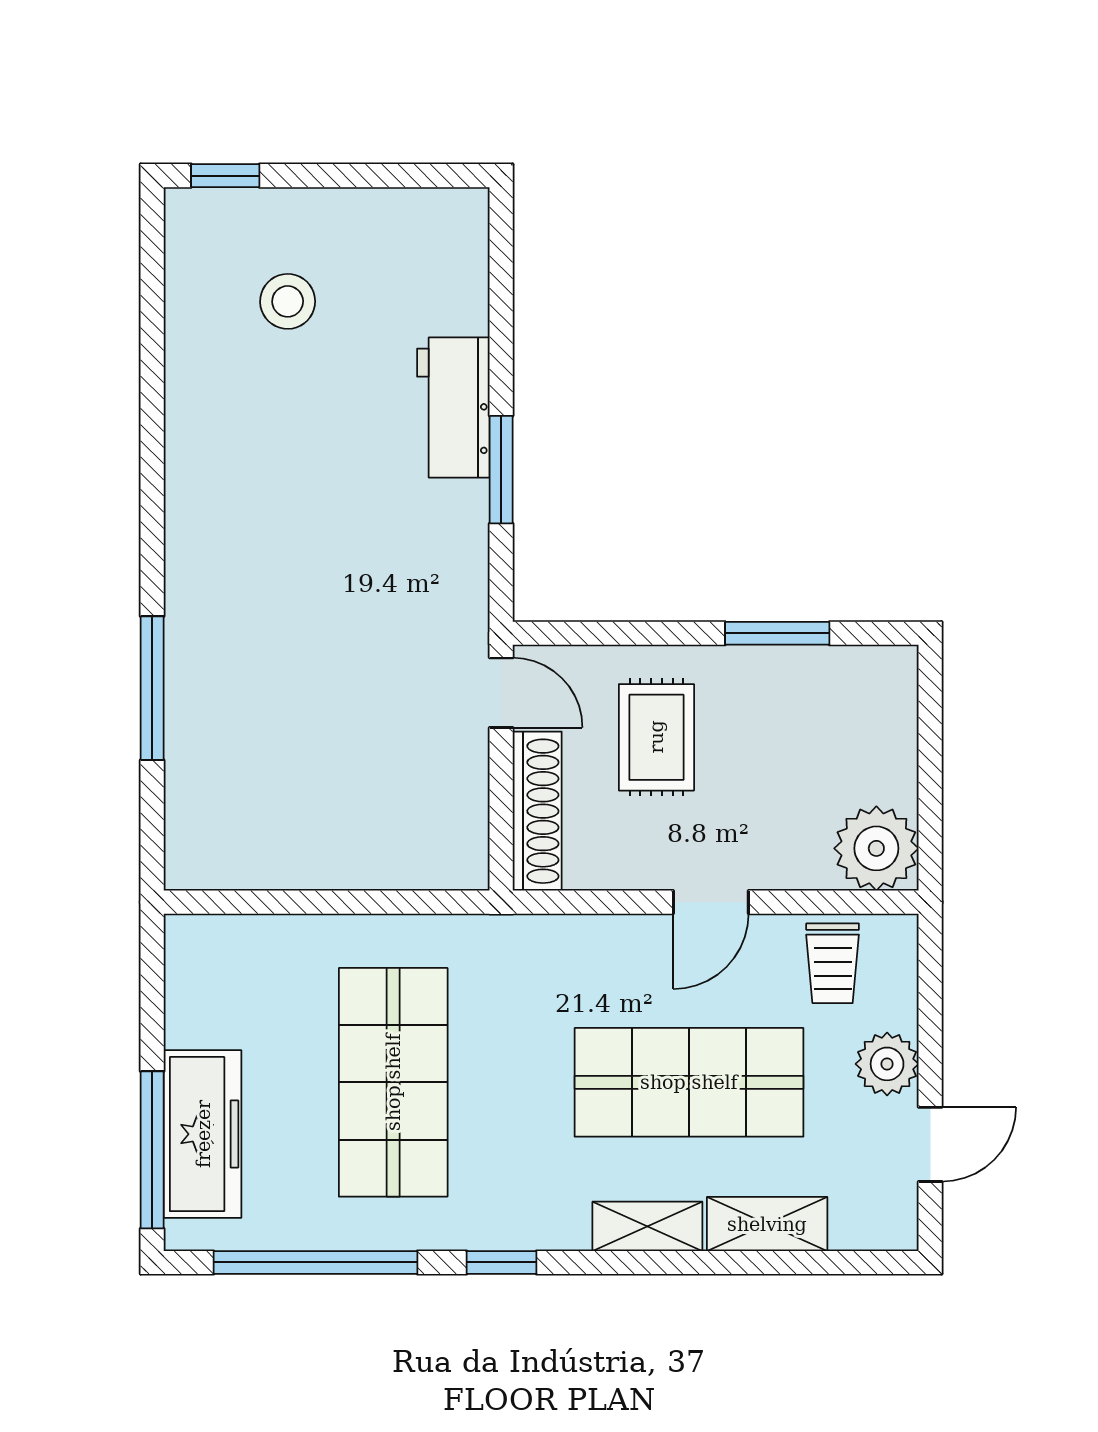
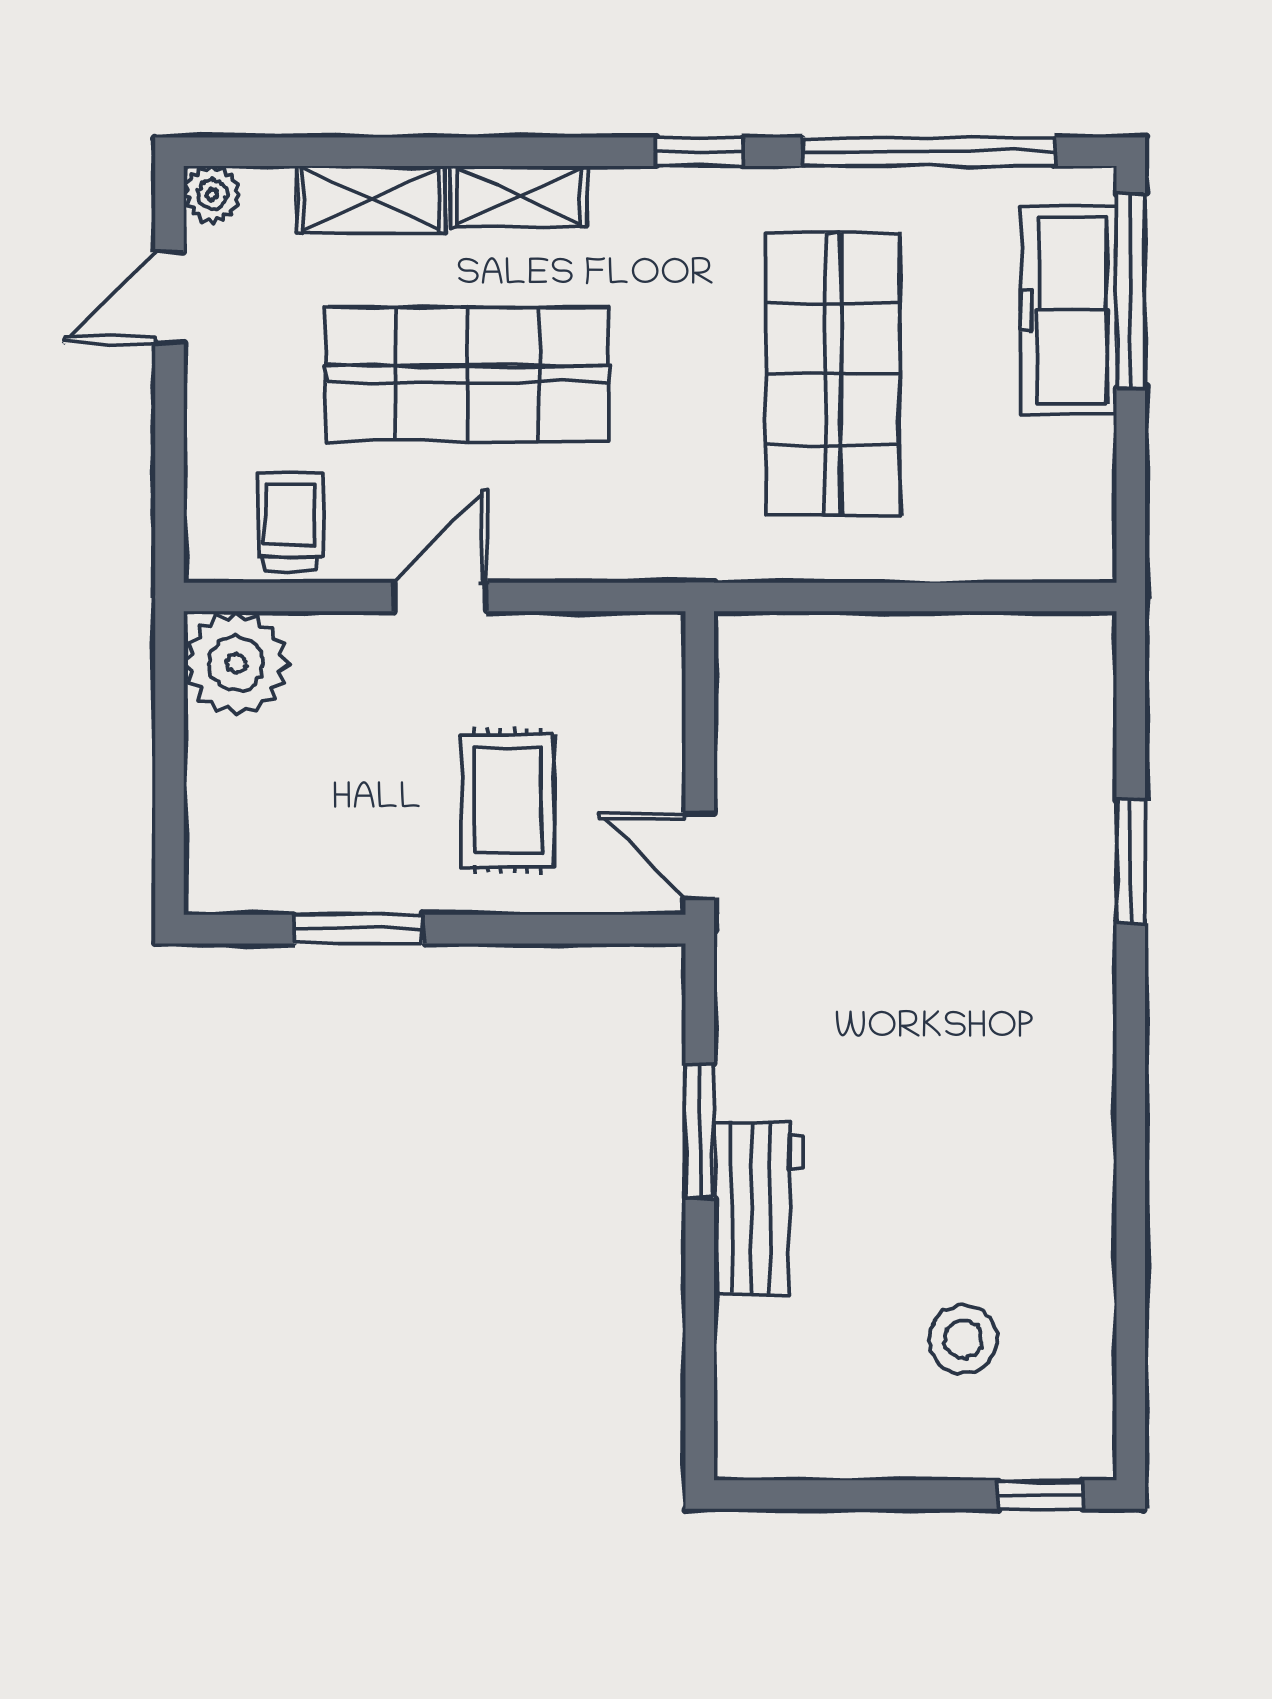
window: (152, 688) -> (1131, 861), width x0.69
shoe rack: (537, 811) -> (655, 709), removed
plant: (887, 1064) -> (212, 194), moved, width x0.73, depth x0.73

